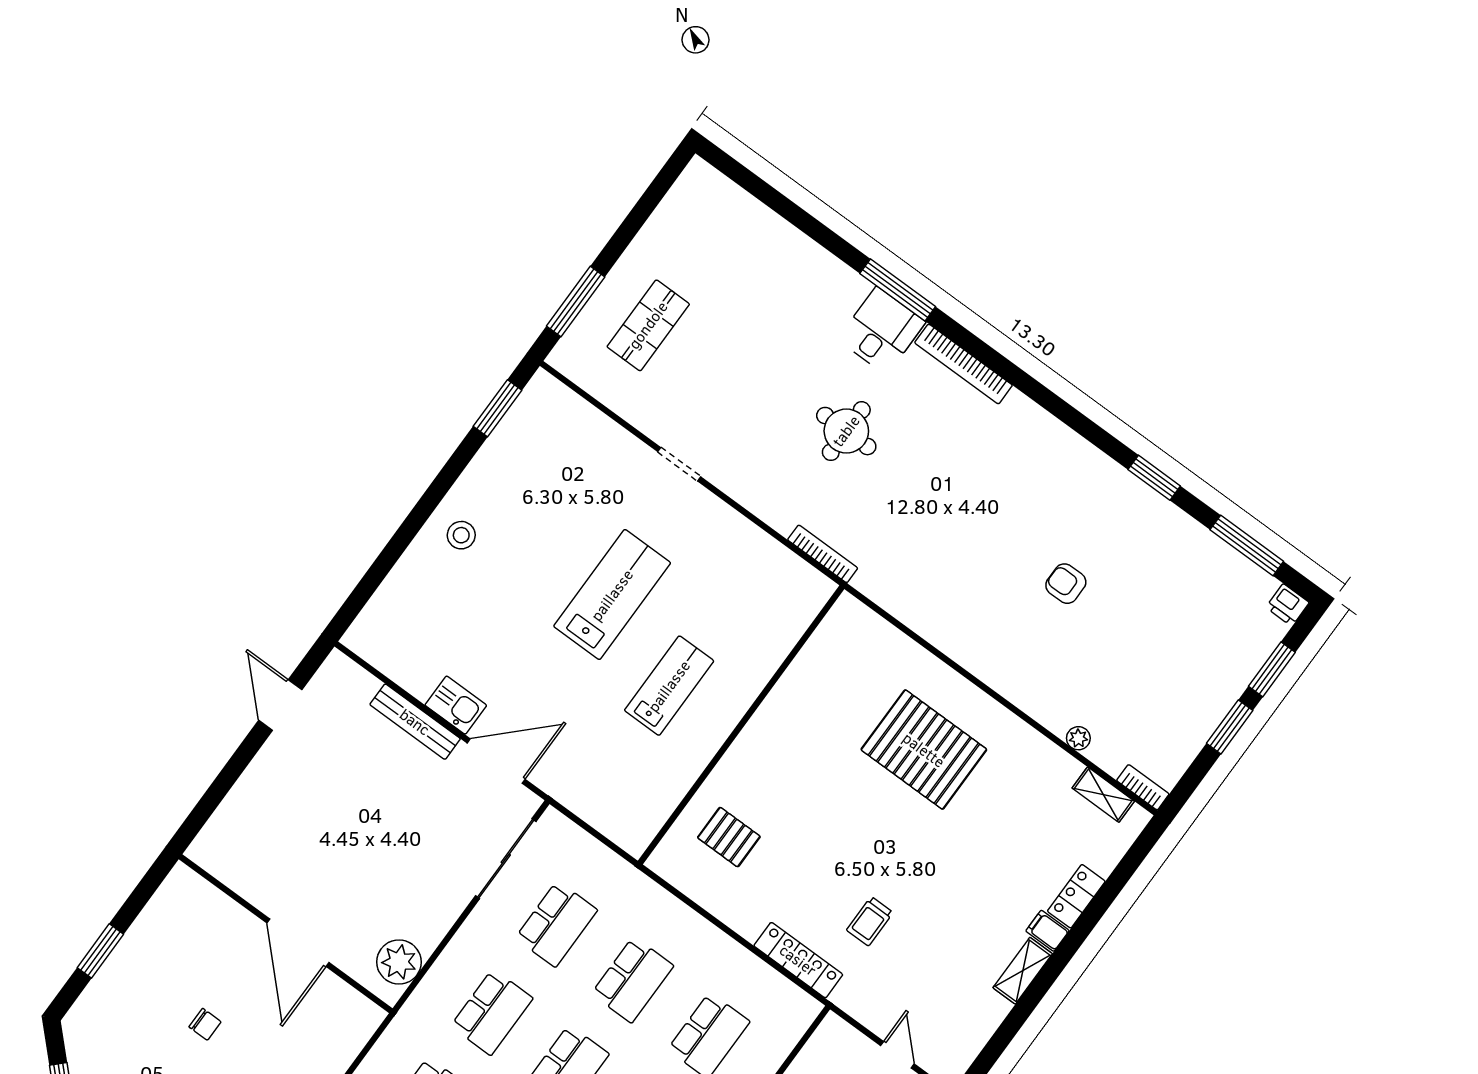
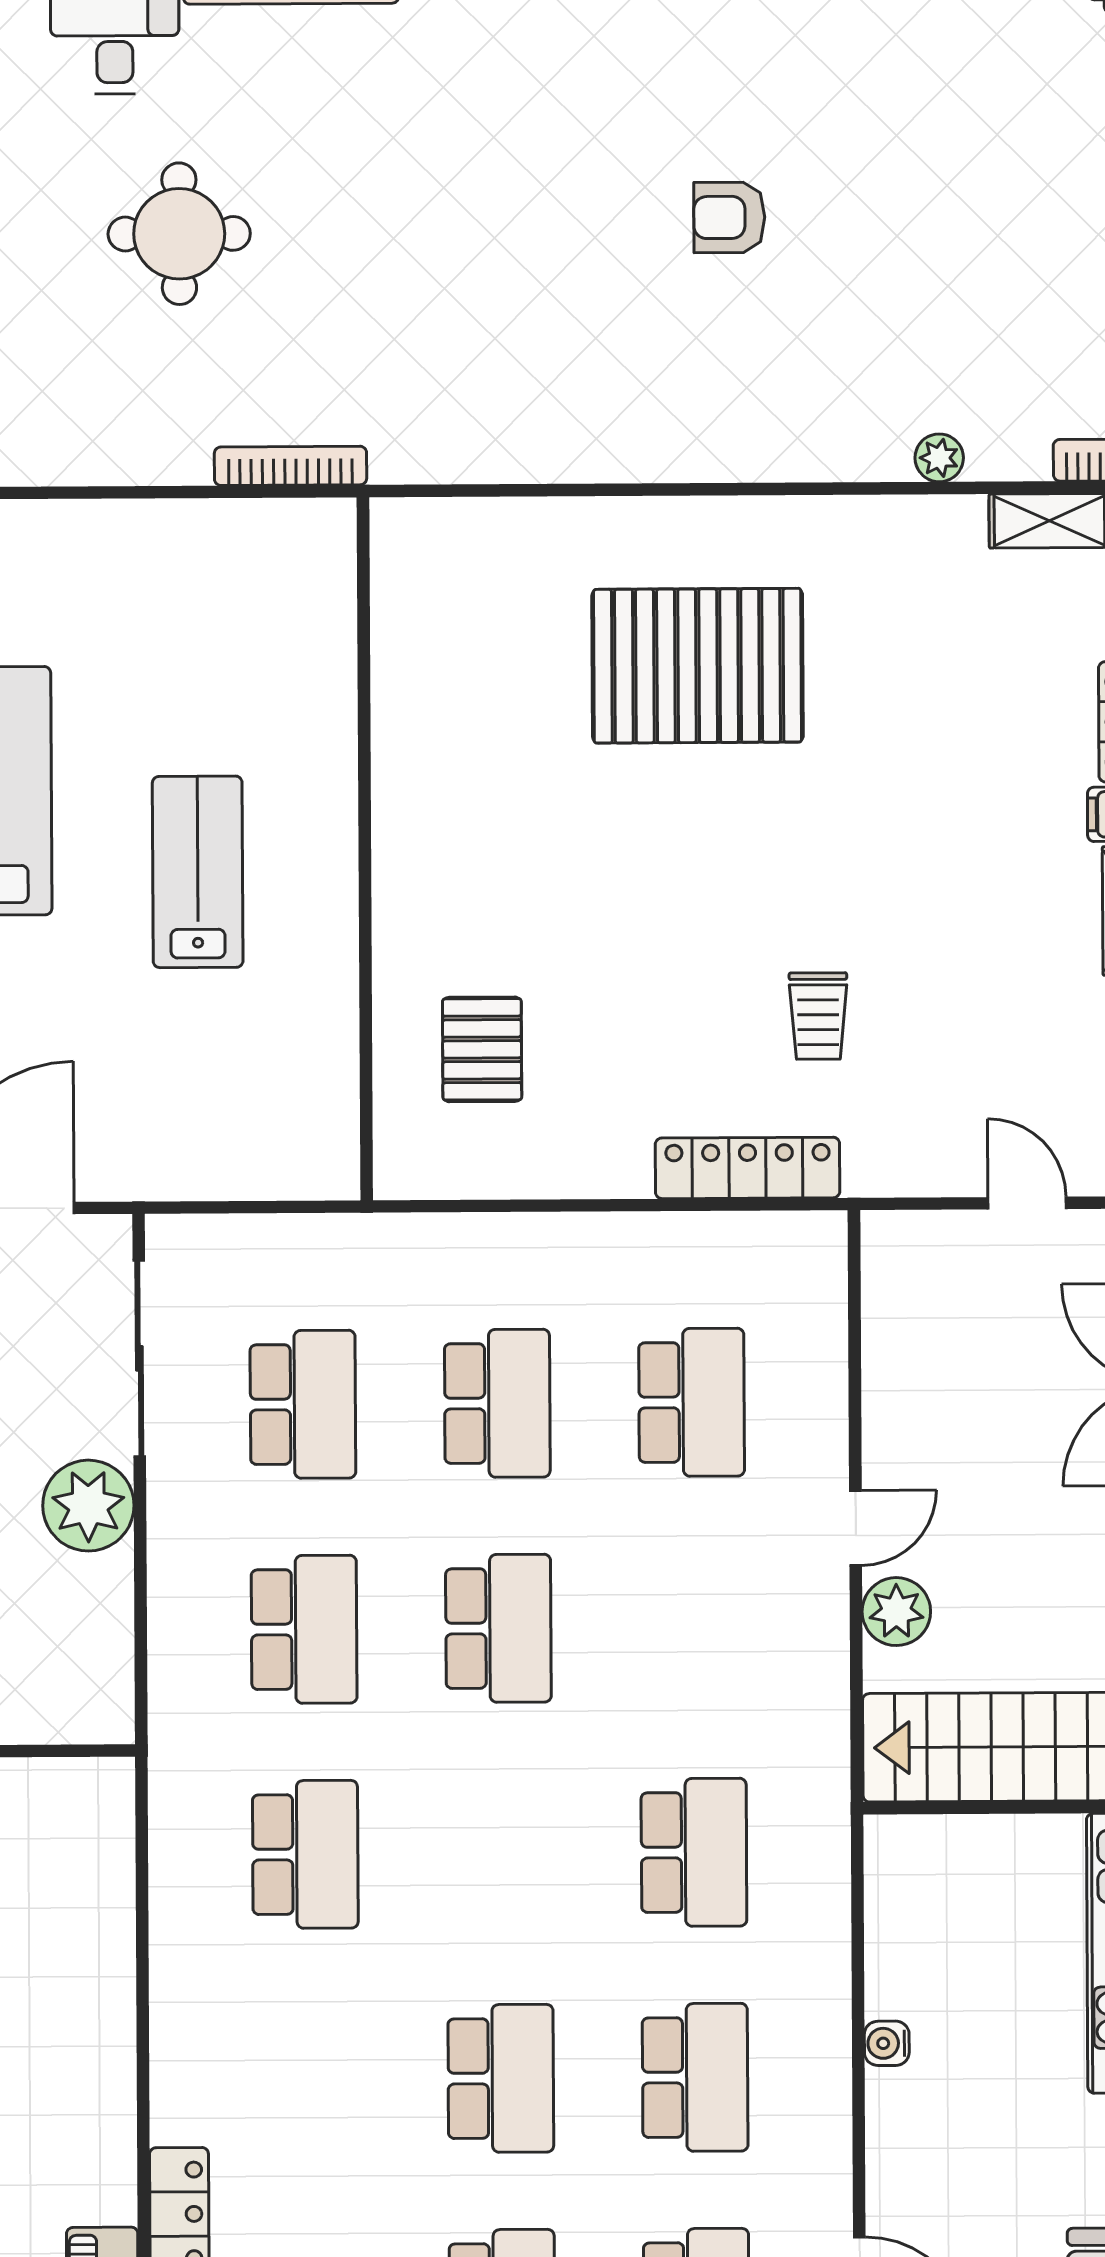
pallet: (729, 837) -> (482, 1049), turned 90
plant: (399, 962) -> (88, 1506), moved

